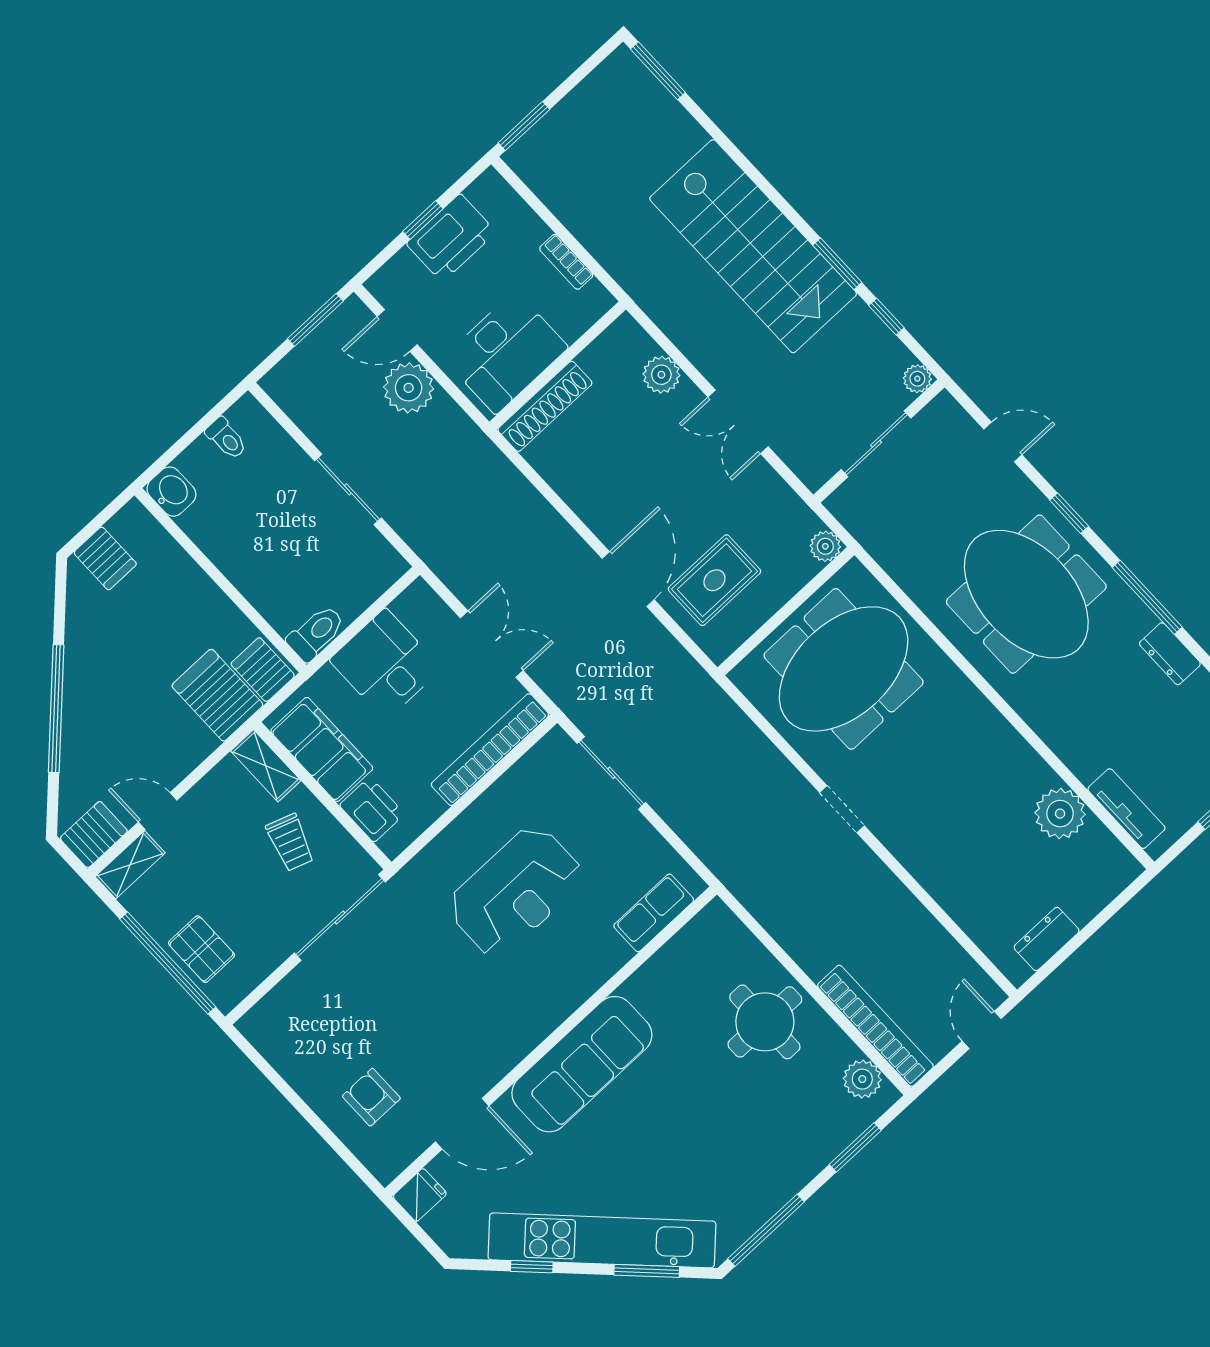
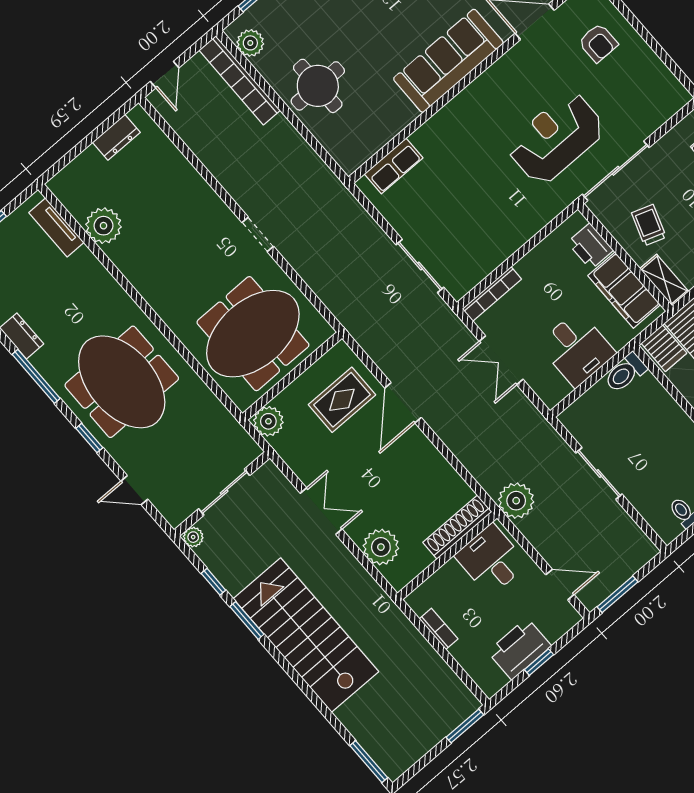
desk: (506, 353) -> (491, 560), width x0.73
plant: (661, 375) -> (381, 547), width x1.36, depth x1.36
plant: (409, 388) -> (516, 501), moved
plant: (825, 546) -> (268, 421), width x1.38, depth x1.38
bookcase: (490, 750) -> (492, 294), width x0.68, depth x0.76
reception desk: (515, 891) -> (556, 138), moved

